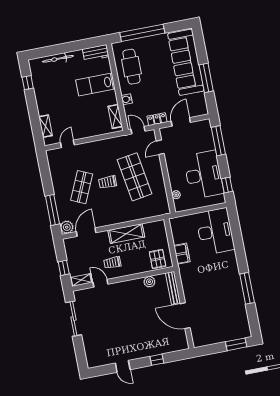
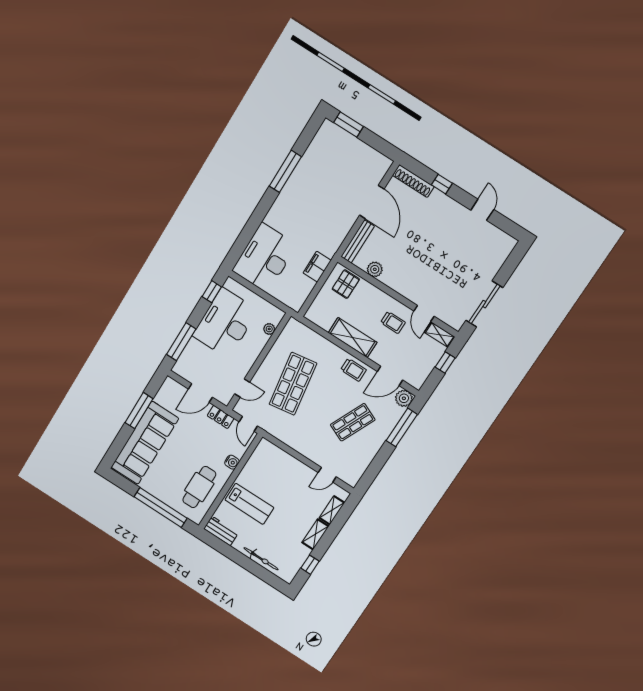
shelving: (115, 116) -> (315, 534), moved
trolley: (108, 182) -> (354, 370), moved
shoe rack: (174, 347) -> (413, 181), added

